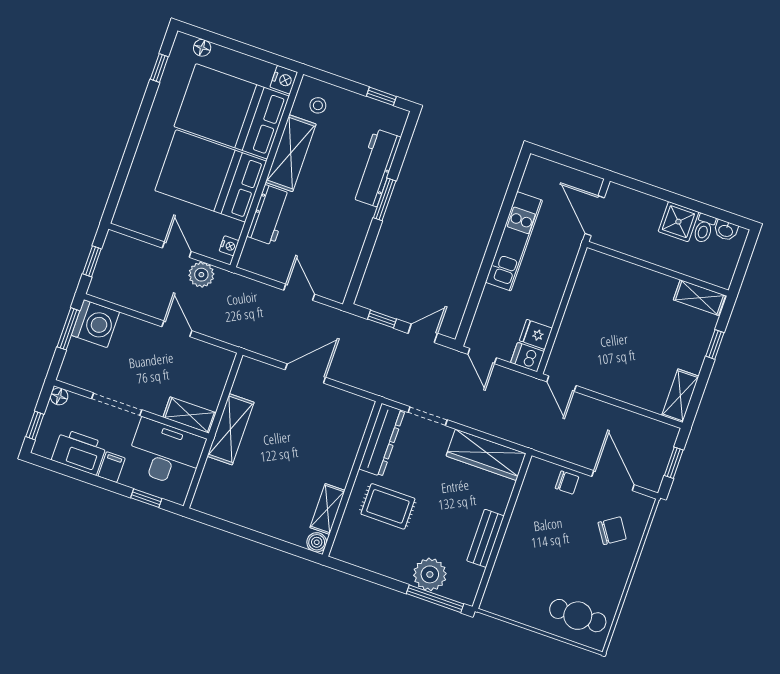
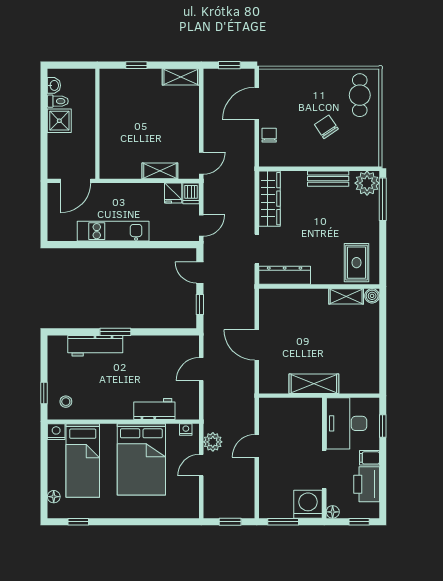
window: (381, 96) -> (44, 393), moved
bed: (232, 111) -> (83, 461), width x0.67
shelving: (291, 153) -> (106, 409), removed
shelving: (699, 298) -> (160, 171), moved, turned 90
washing machine: (95, 324) -> (308, 504), moved
shelving: (190, 415) -> (314, 416), removed
rug: (388, 506) -> (356, 263), moved
chair: (612, 531) -> (326, 127), moved
plant: (430, 574) -> (367, 183), moved

